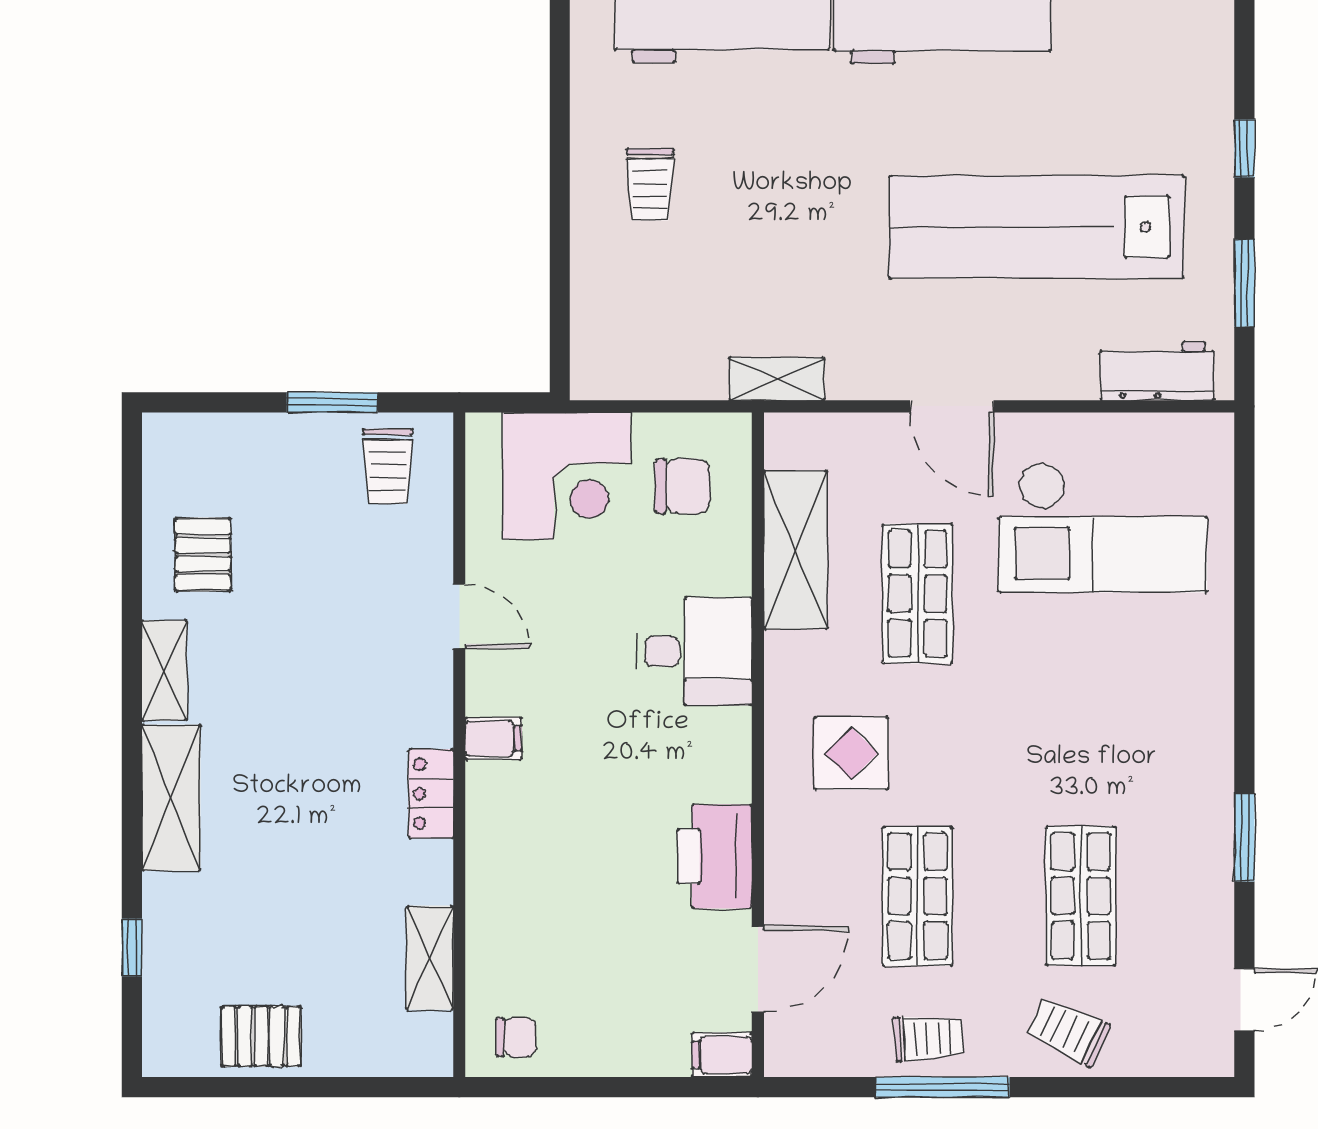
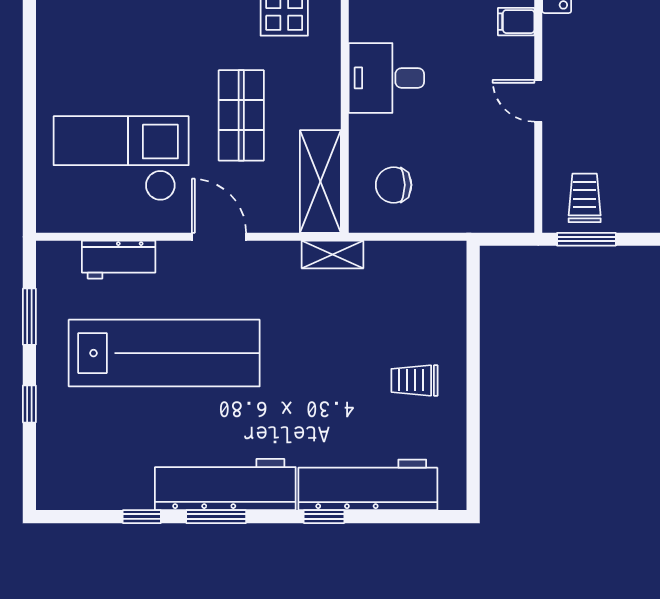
trolley: (650, 185) -> (414, 380), turned -90
workbench: (1157, 371) -> (119, 260), moved
window: (332, 402) -> (586, 239), moved
corner desk: (566, 476) -> (469, 192), removed
shelving: (795, 550) -> (320, 182), moved

